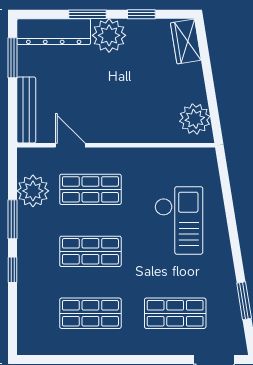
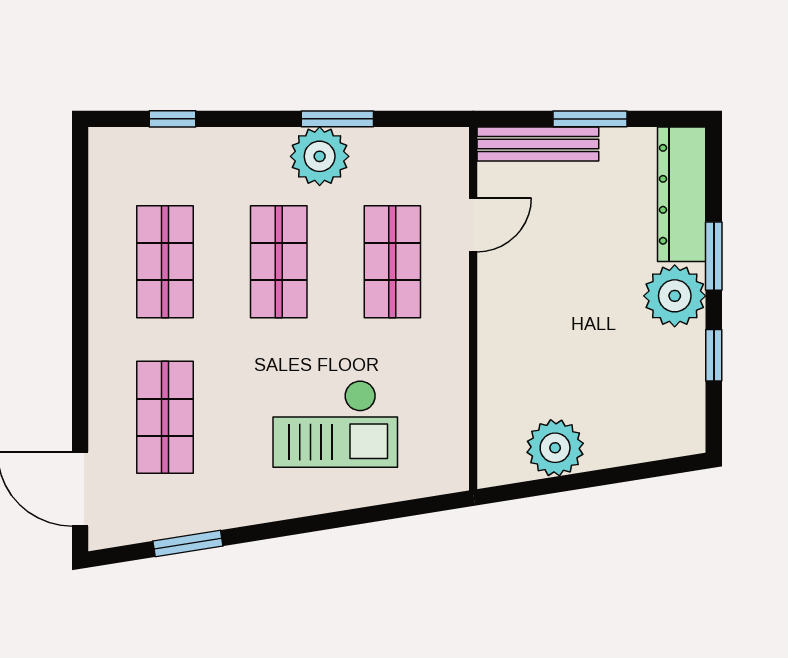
wardrobe: (186, 41) -> (664, 437), removed
window: (13, 58) -> (590, 119), moved
plant: (195, 119) -> (555, 448), moved
plant: (33, 191) -> (320, 156), moved
window: (13, 270) -> (172, 119), moved

